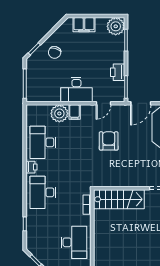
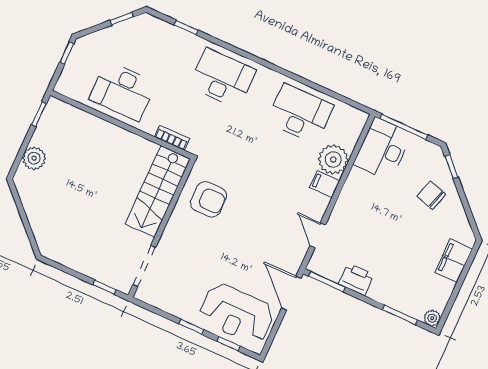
plant: (116, 26) -> (432, 318), width x0.53, depth x0.53
desk: (76, 90) -> (383, 149), moved
armchair: (109, 141) -> (208, 199), moved
printer: (32, 167) -> (270, 78), removed

